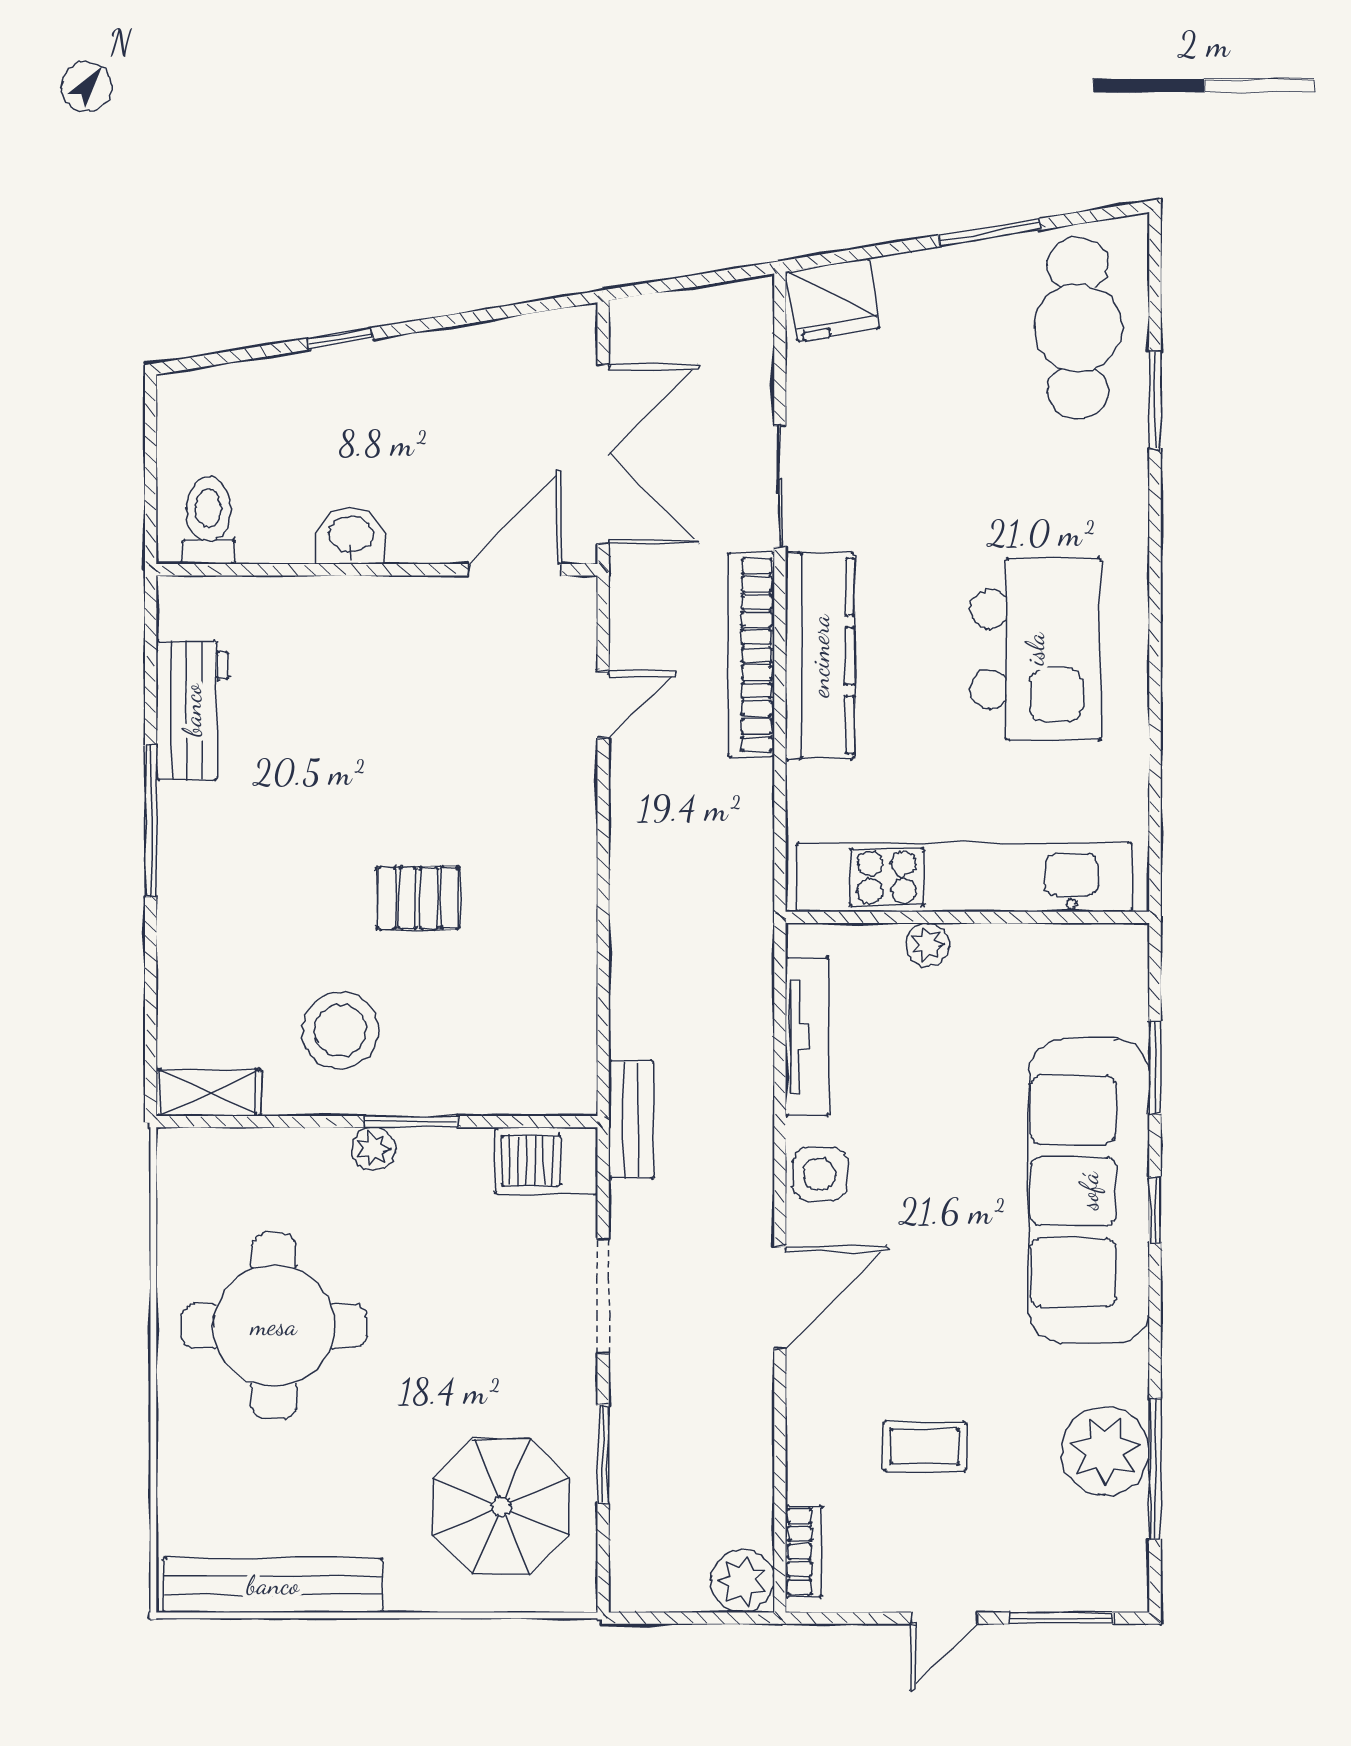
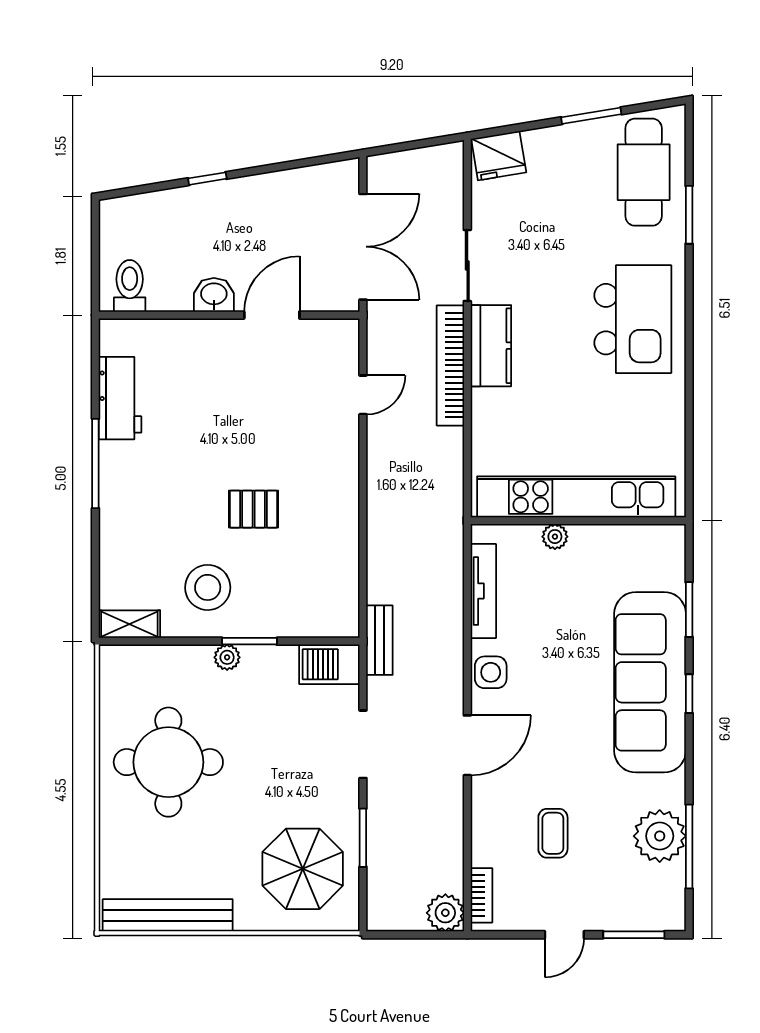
door: (515, 570) -> (272, 315), moved
kitchen island: (1035, 649) -> (633, 319), moved
kitchen counter: (820, 656) -> (491, 346), width x0.67
coffee table: (925, 1446) -> (553, 833), turned 90

